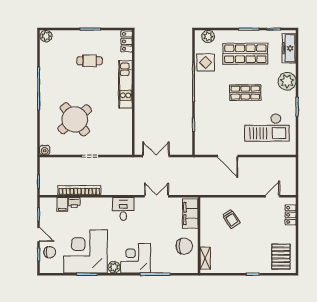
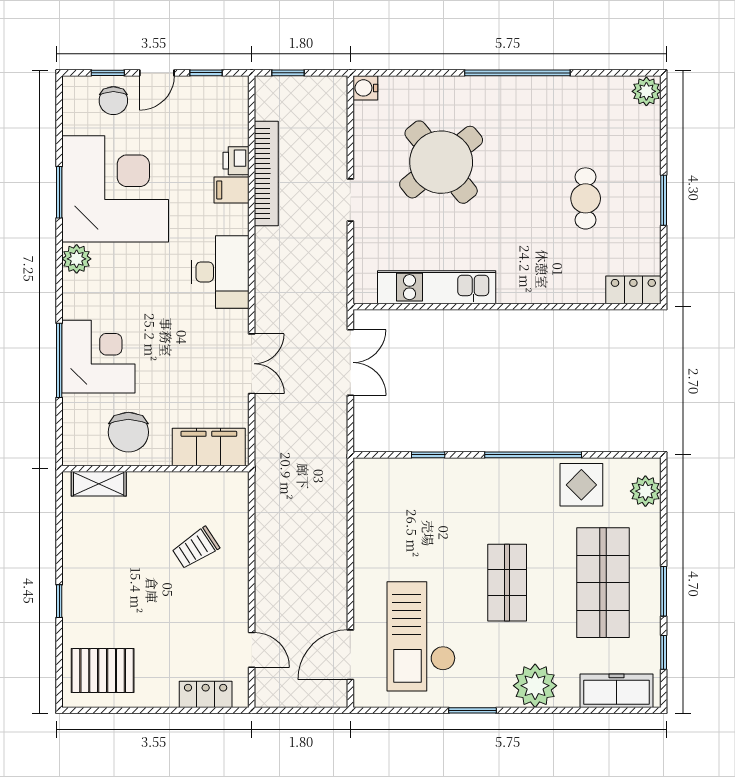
kitchen unit: (125, 84) -> (437, 287), moved
door: (228, 156) -> (350, 655), moved
filing cabinet: (62, 204) -> (231, 190), moved
desk: (123, 209) -> (220, 272), width x1.37
corner desk: (136, 258) -> (98, 357), moved

